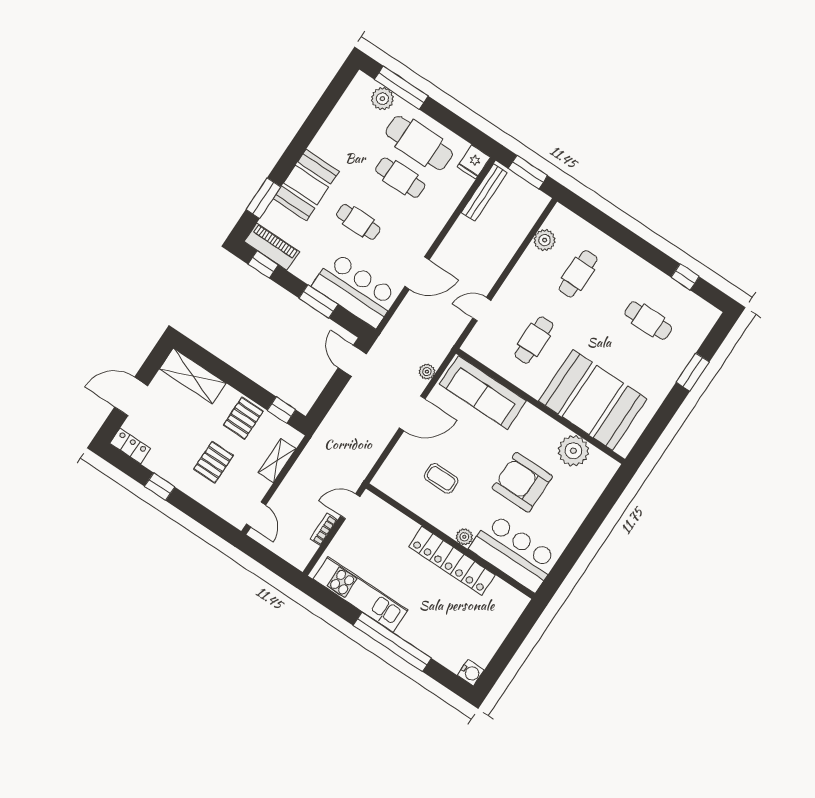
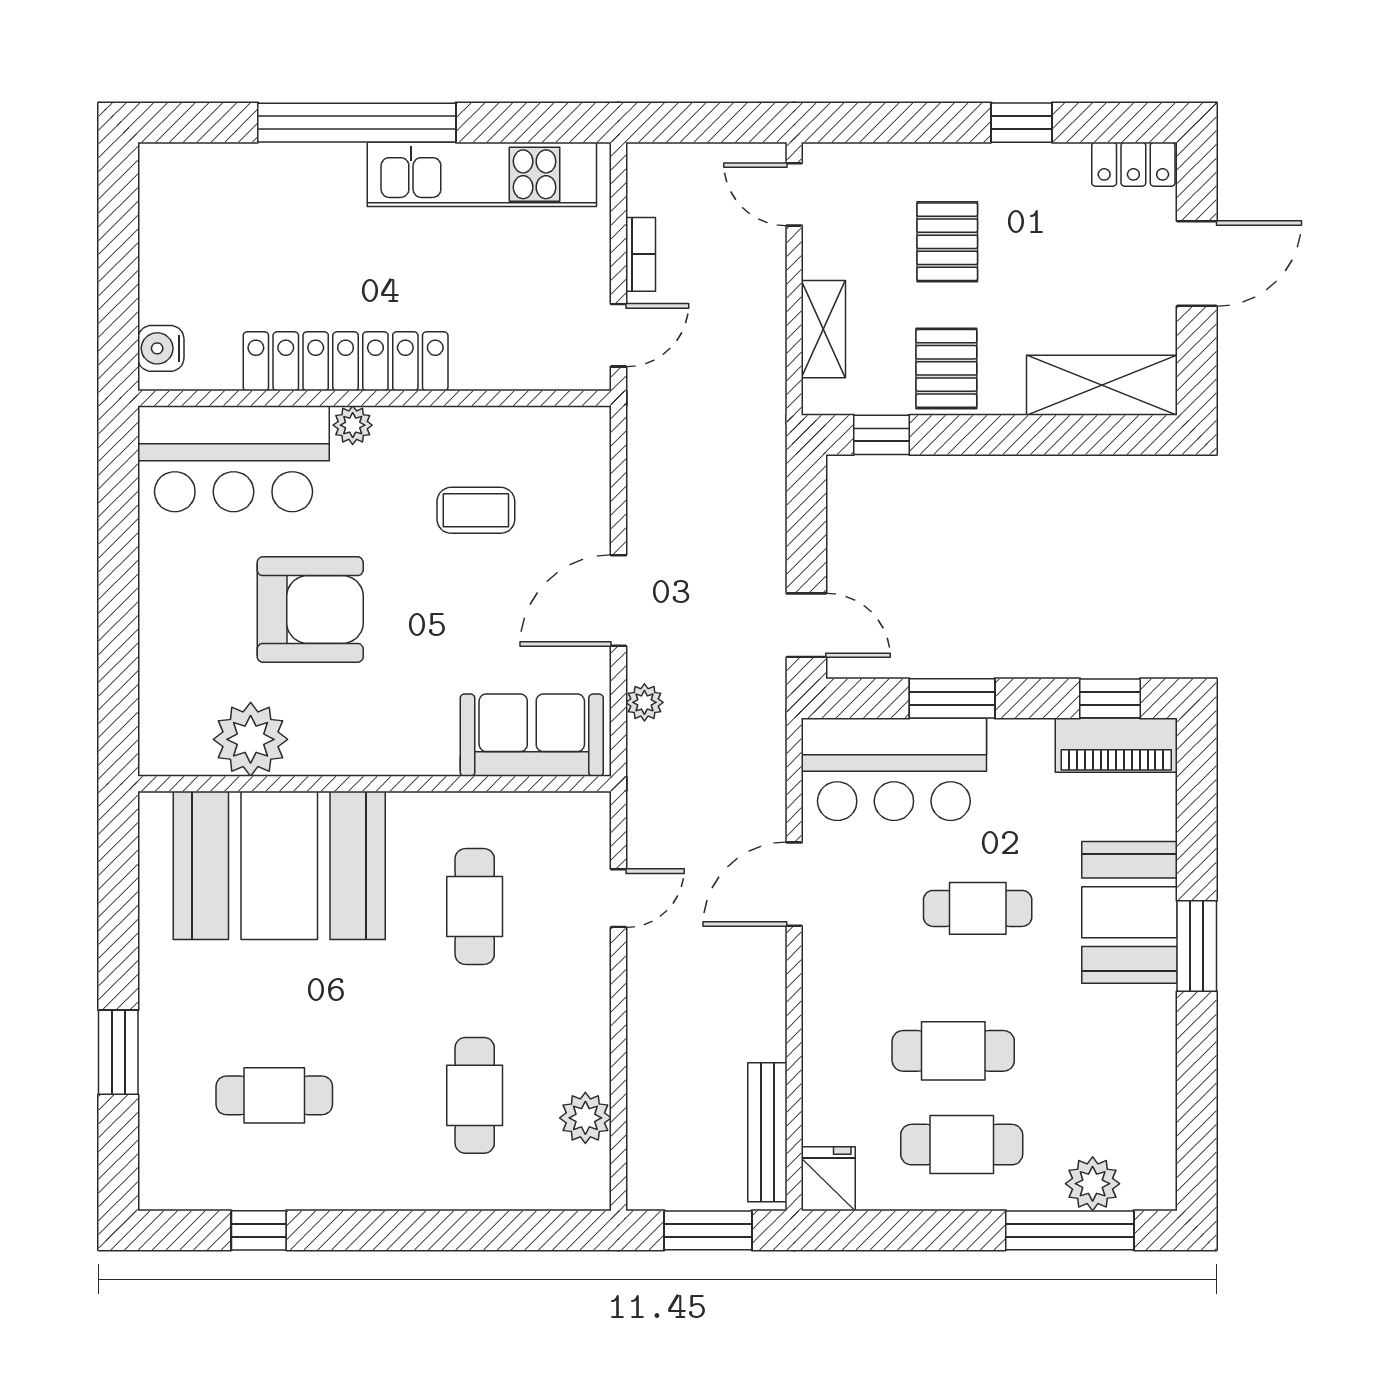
cafe table: (419, 143) -> (962, 1145), width x0.73, depth x0.74
window: (263, 198) -> (1197, 946), moved
sofa: (483, 393) -> (532, 735), width x0.73
water cooler: (471, 673) -> (161, 348), moved

